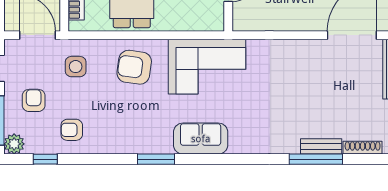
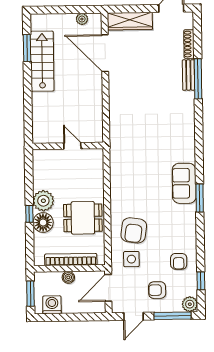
armchair: (134, 67) -> (134, 230), moved
corner sofa: (207, 67) -> (130, 161), removed
sofa: (201, 139) -> (184, 183), moved

